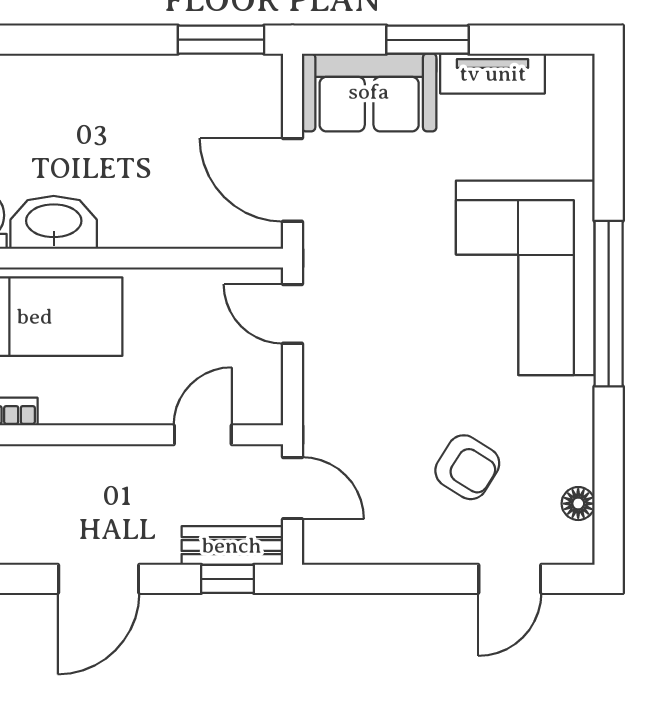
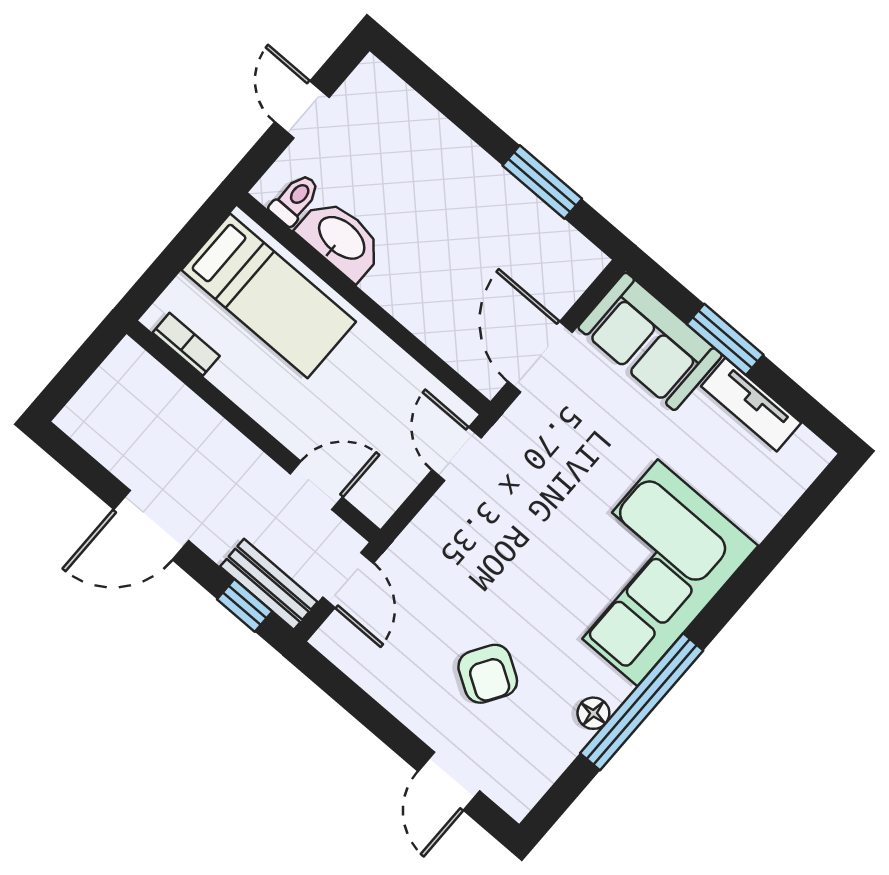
window: (221, 40) -> (542, 182), moved
window: (609, 304) -> (642, 702), moved
floor lamp: (578, 504) -> (593, 713), moved
door: (510, 579) -> (449, 781), hinge flipped

